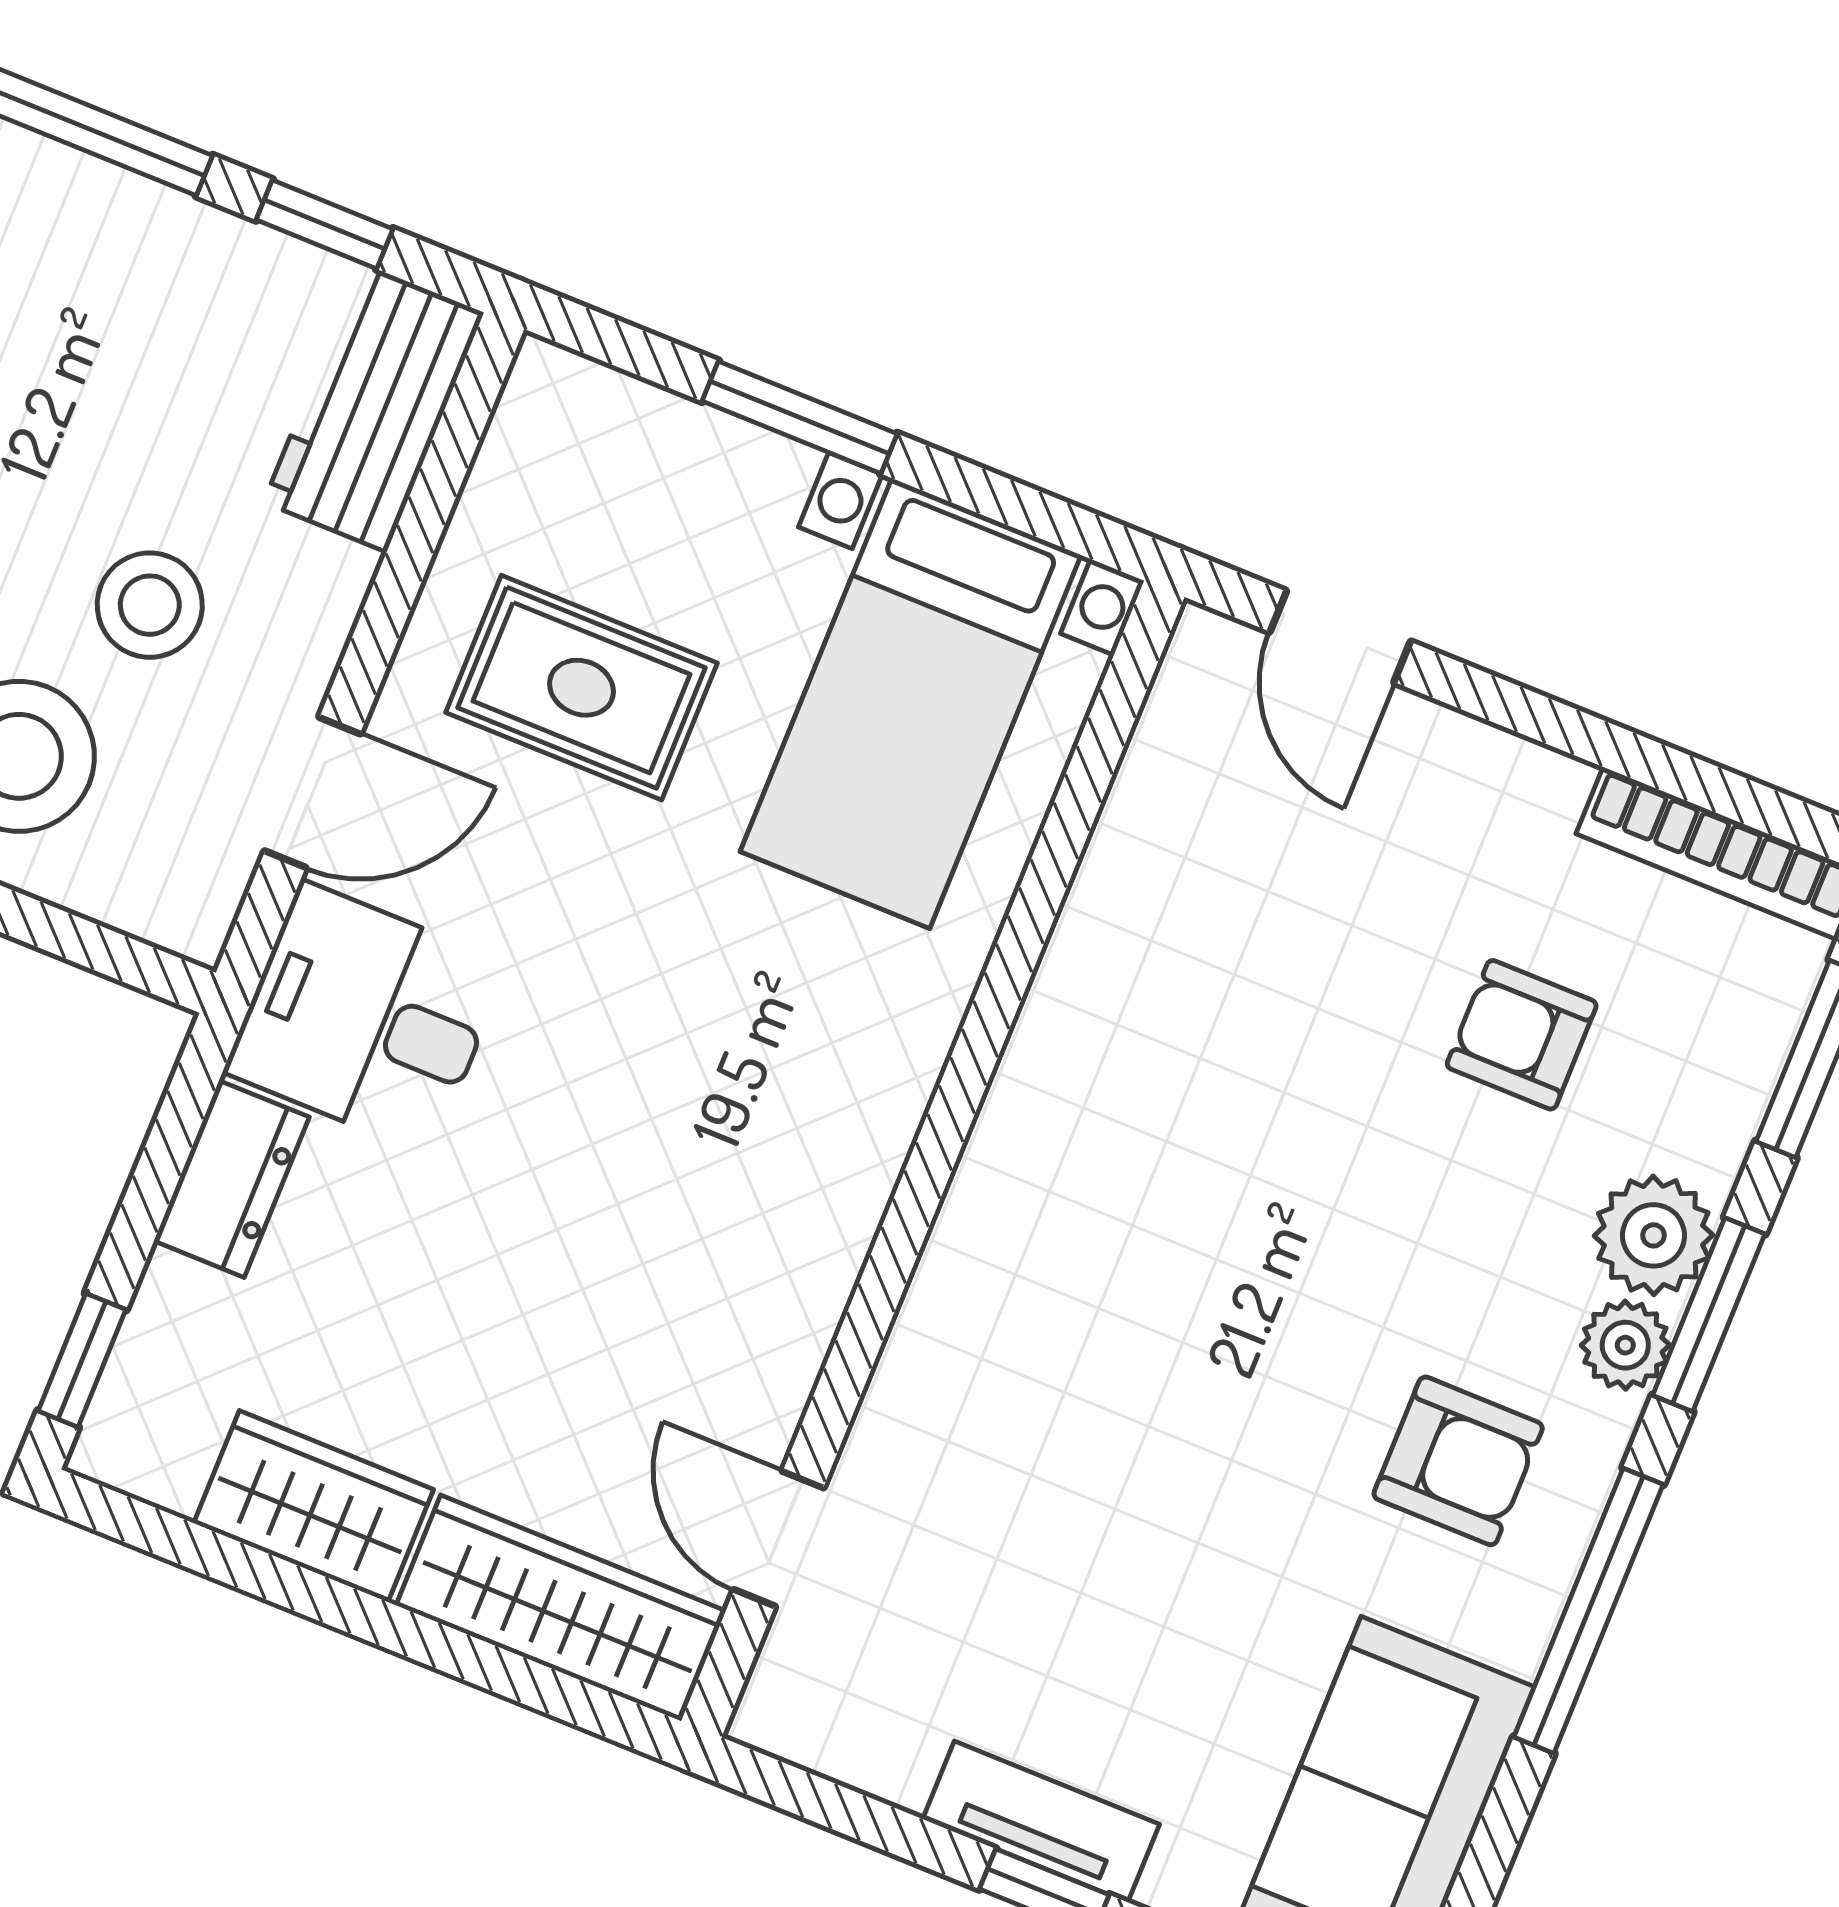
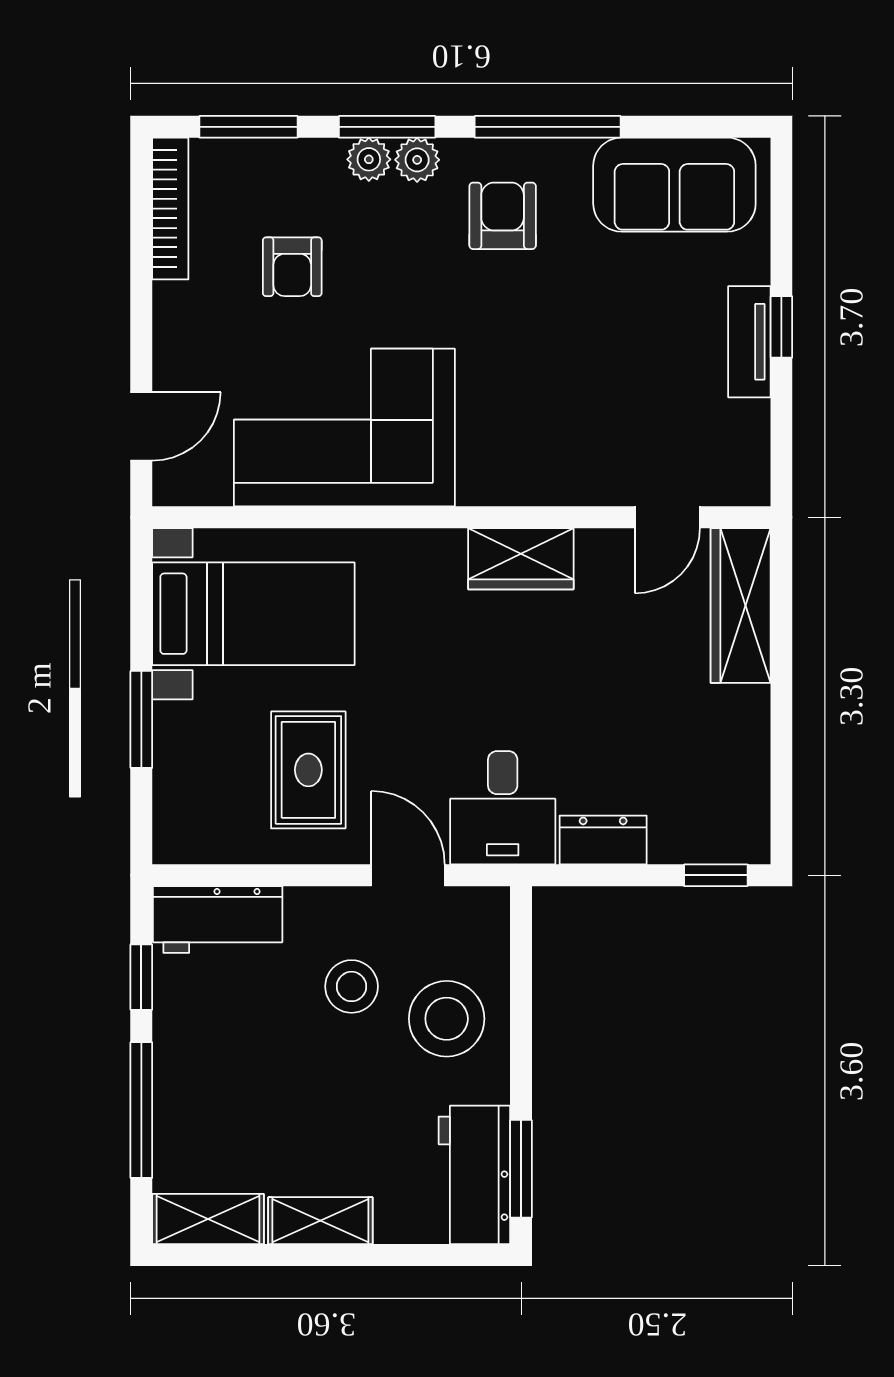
corner sofa: (1186, 1011) -> (344, 428), added
plant: (1653, 1235) -> (369, 159), width x0.73, depth x0.73
wardrobe: (314, 1506) -> (521, 559), moved, turned -90

